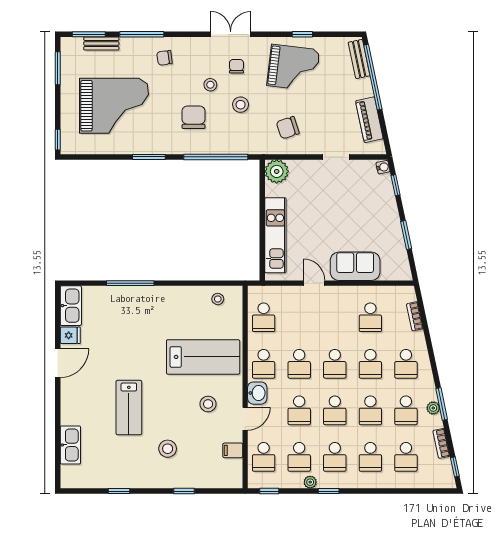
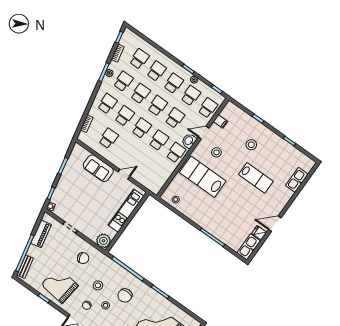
door: (314, 283) -> (124, 174), swing flipped
school desk: (264, 317) -> (160, 175), removed
lab bench: (129, 408) -> (256, 178), turned 90

